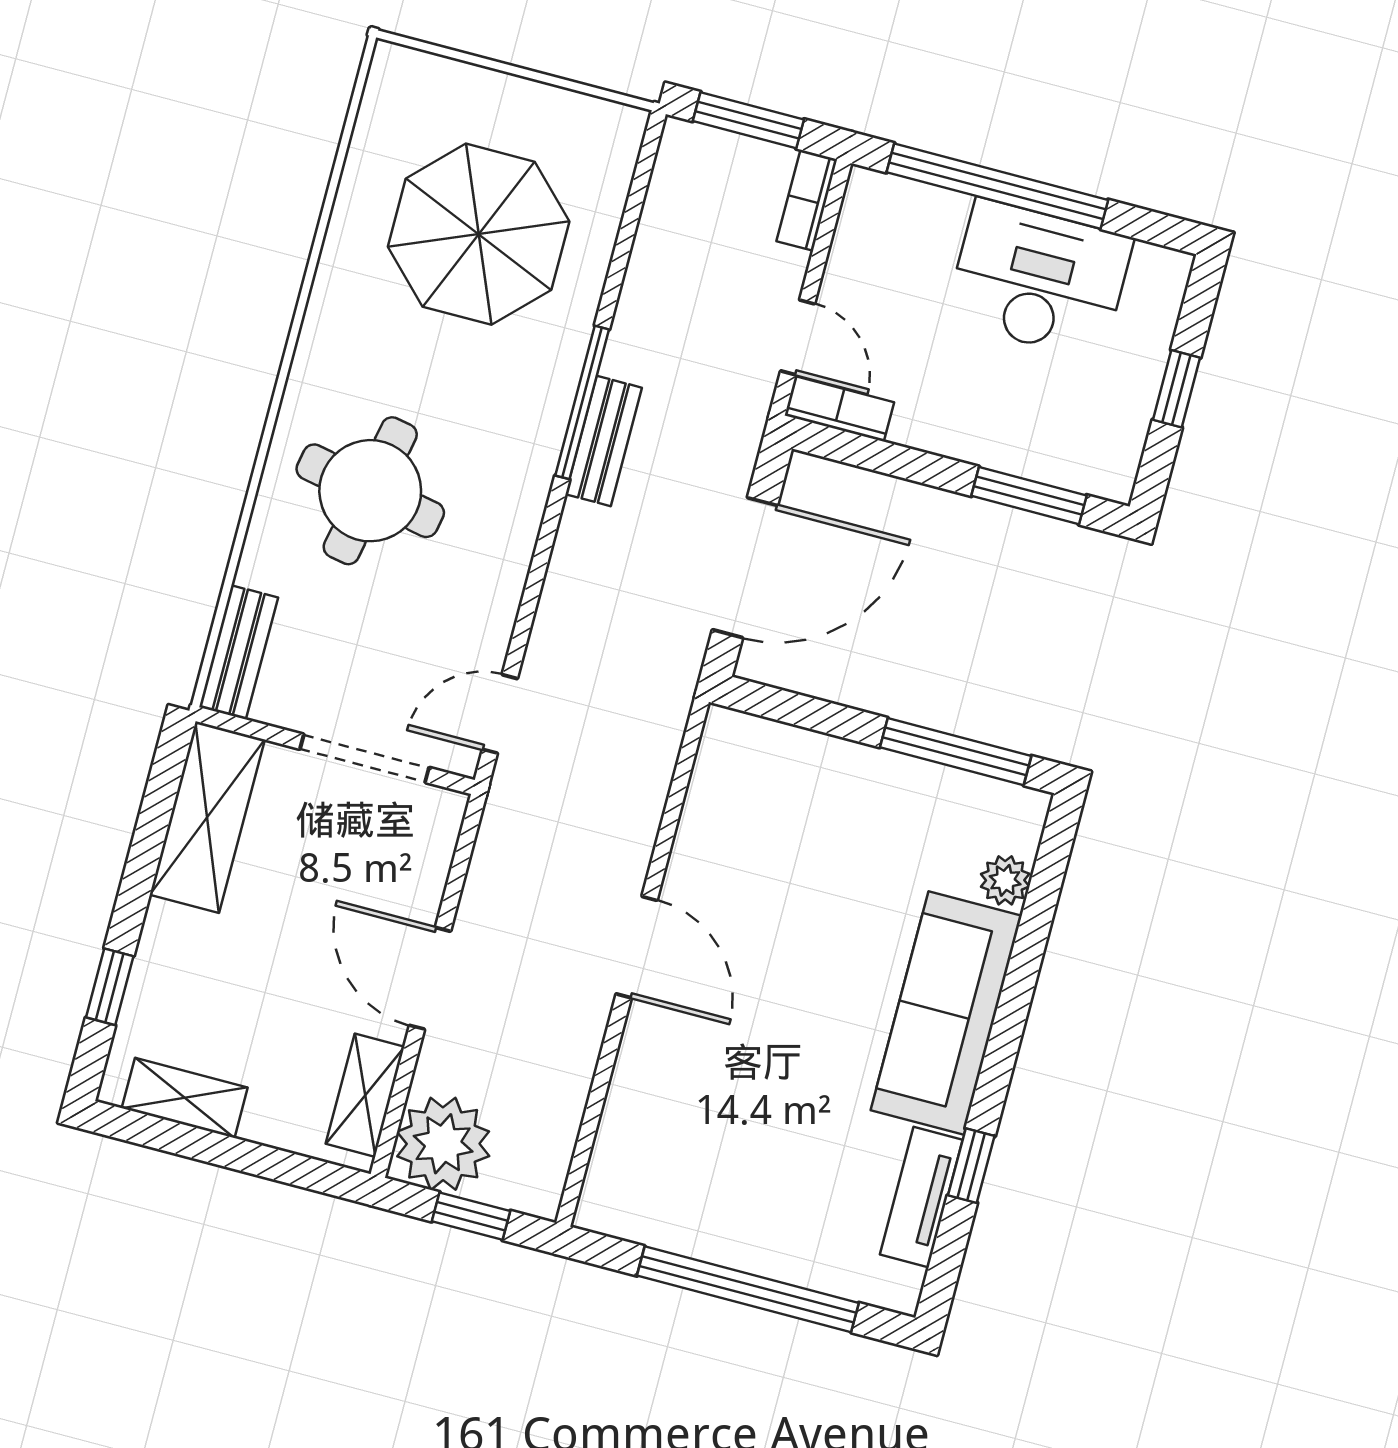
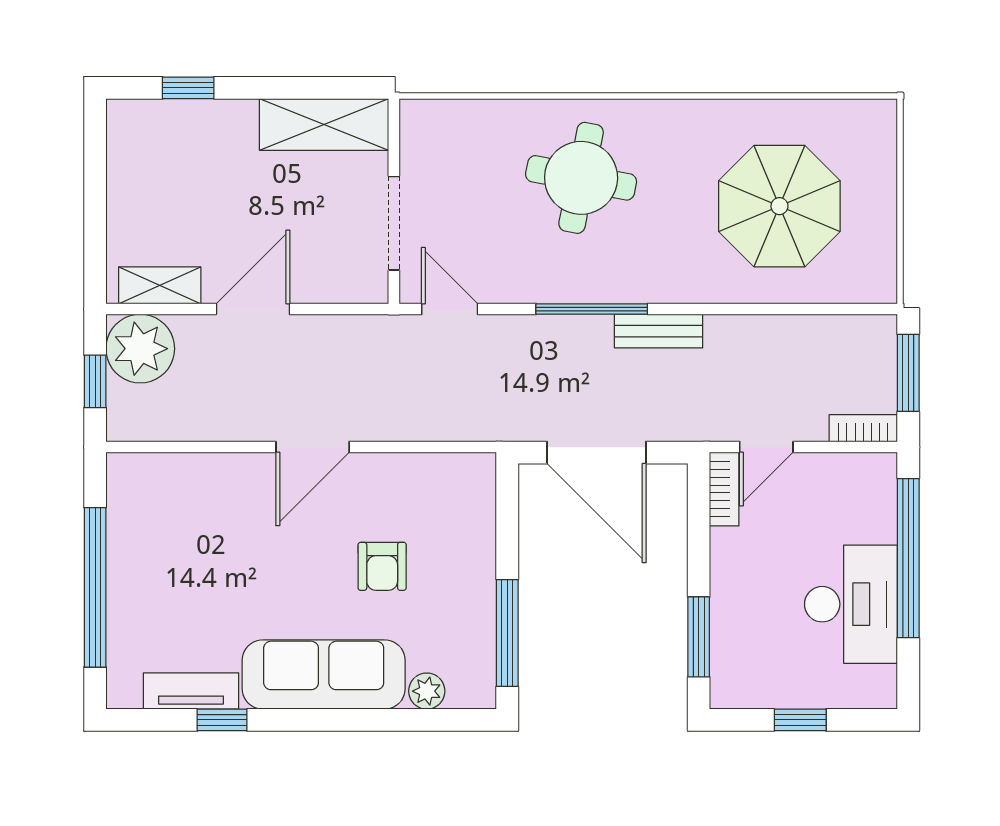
window: (582, 402) -> (592, 309), moved
bench: (239, 652) -> (444, 116), removed
armchair: (822, 896) -> (382, 566), added
shelving: (185, 1098) -> (125, 160), removed

